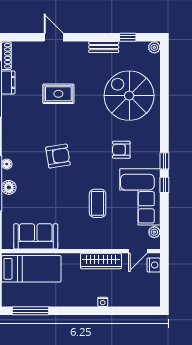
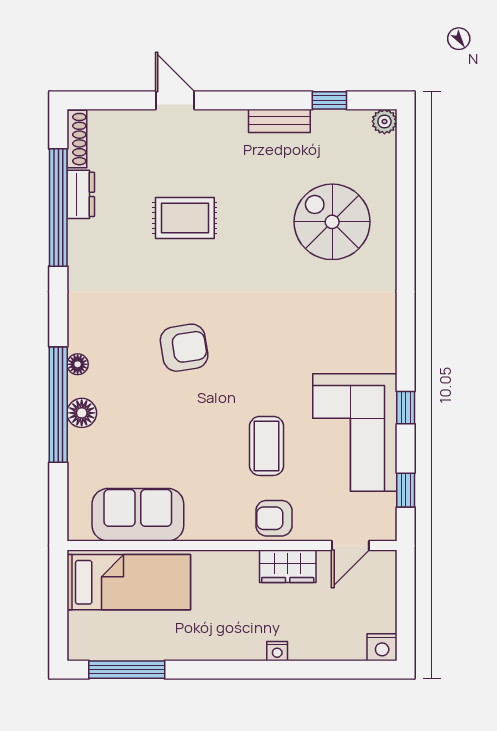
spiral stairs: (129, 96) -> (332, 222), width x0.73, depth x0.73
armchair: (121, 150) -> (274, 518), moved
window: (164, 161) -> (406, 490), moved
plant: (154, 232) -> (385, 506), removed
wardrobe: (101, 261) -> (288, 566), width x0.67
nightstand: (154, 265) -> (382, 647), moved, turned 90

